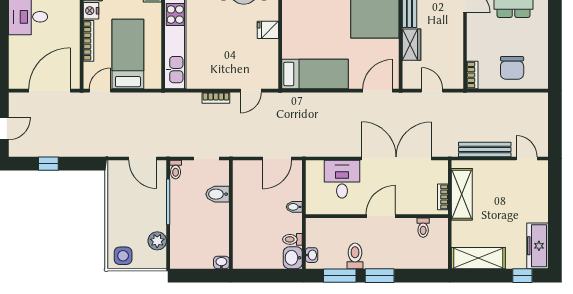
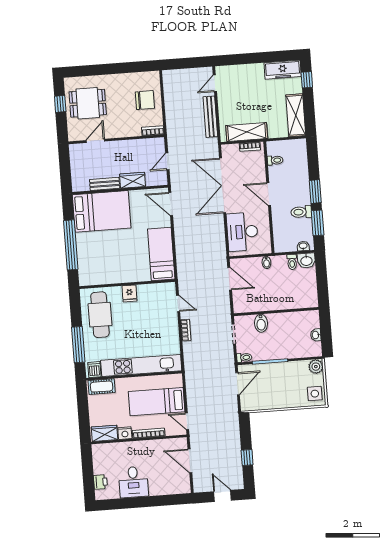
door: (50, 91) -> (190, 461), width x0.73
desk: (342, 179) -> (242, 232), width x1.37
plant: (157, 241) -> (316, 367), moved
washbasin: (221, 262) -> (316, 335), moved

